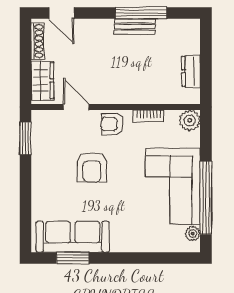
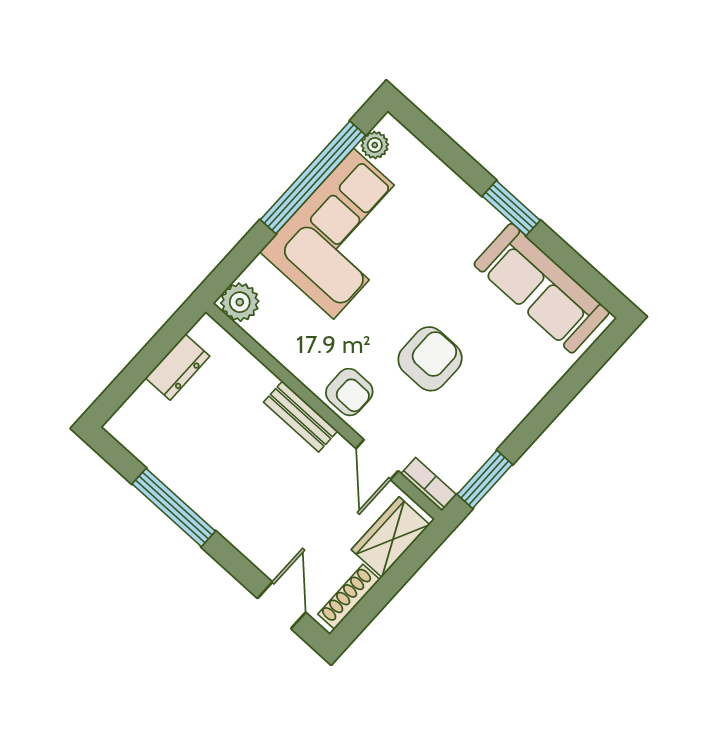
bench: (135, 26) -> (301, 417), moved
bookcase: (149, 116) -> (429, 484), moved
window: (73, 258) -> (511, 208), moved

